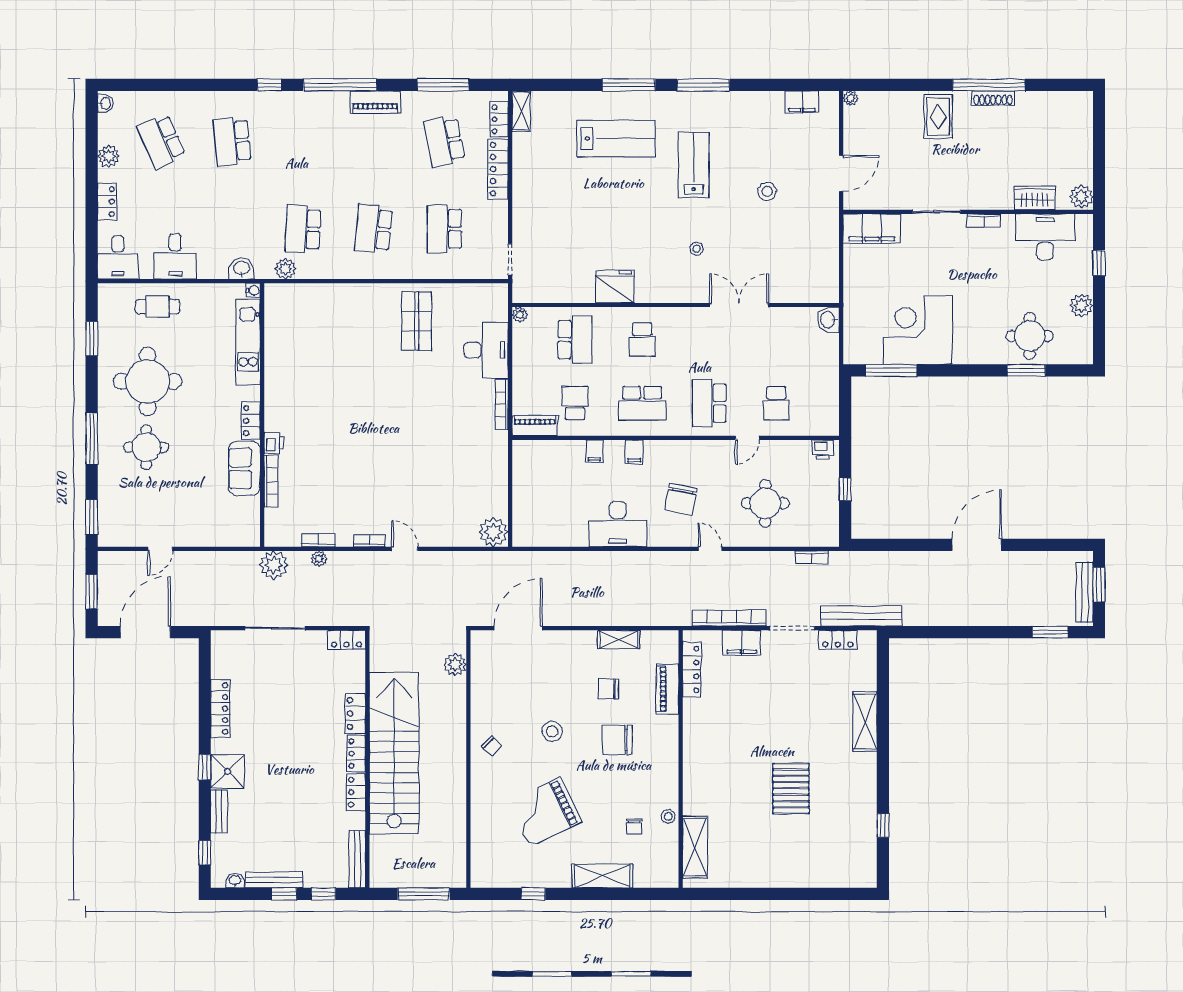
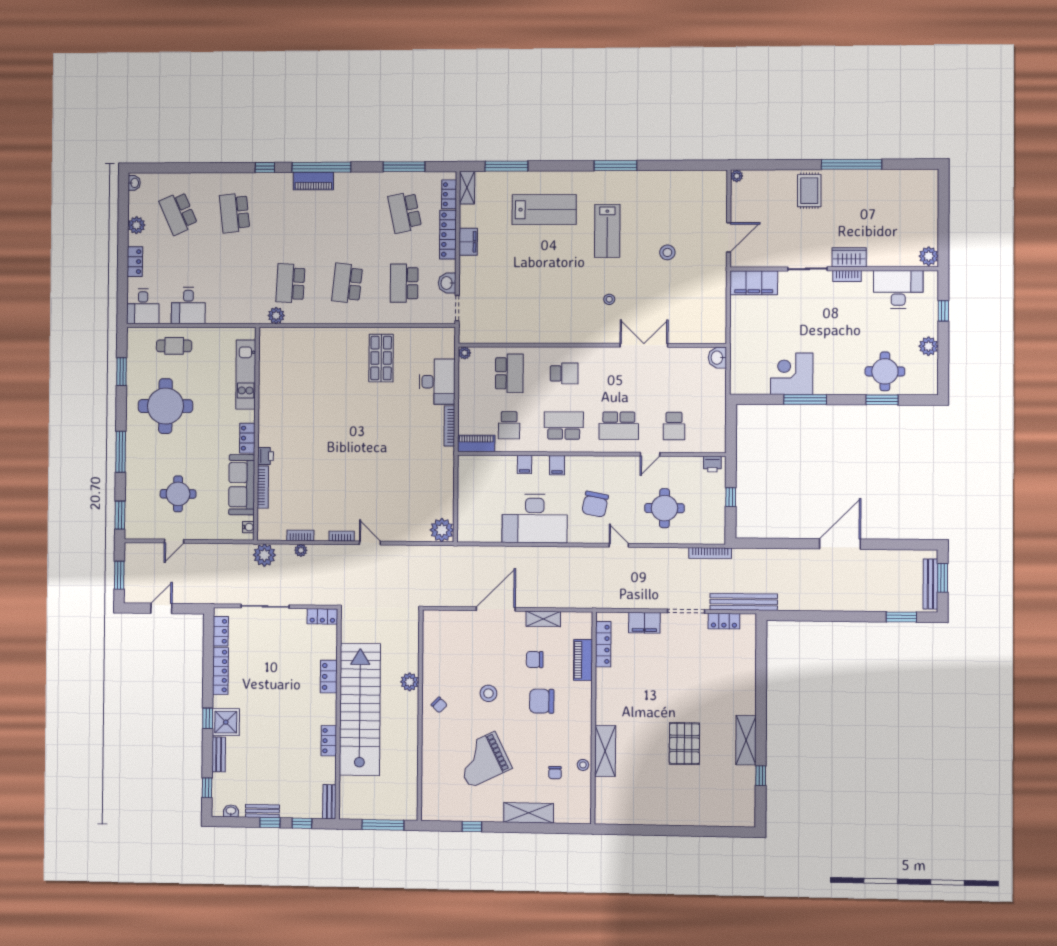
window: (629, 85) -> (506, 166), moved
shoe rack: (993, 98) -> (855, 175), removed
piano: (375, 102) -> (313, 181), moved
filing cabinet: (802, 102) -> (468, 242), moved, turned -90
lab bench: (694, 165) -> (607, 231), turned 180
wardrobe: (1035, 198) -> (849, 257), moved
washbasin: (241, 269) -> (447, 283), moved, turned -90
fridge: (615, 287) -> (542, 330), removed
water cooler: (253, 290) -> (248, 527), moved
corner desk: (918, 330) -> (792, 374), width x0.74, depth x0.74
school desk: (642, 340) -> (564, 373), turned -90
window: (891, 370) -> (805, 400), moved
school desk: (575, 403) -> (509, 425), turned 180
school desk: (642, 403) -> (564, 425), turned 180
school desk: (709, 403) -> (619, 426), turned -90
round table: (146, 447) -> (178, 494), moved
sofa: (244, 468) -> (242, 485), width x1.36
desk: (618, 524) -> (535, 519), width x1.36, depth x1.30
bookcase: (811, 557) -> (710, 553), width x1.56
bookcase: (729, 618) -> (634, 602), removed
door: (518, 628) -> (496, 609), moved
door: (145, 632) -> (161, 608), width x0.53
plant: (455, 664) -> (410, 682), moved
shelving: (865, 721) -> (746, 740), moved
locker: (356, 754) -> (221, 631), moved, turned 180
shelving: (695, 847) -> (605, 751), moved
bench: (357, 859) -> (329, 802), width x0.73
bench: (274, 880) -> (262, 811), width x0.73

